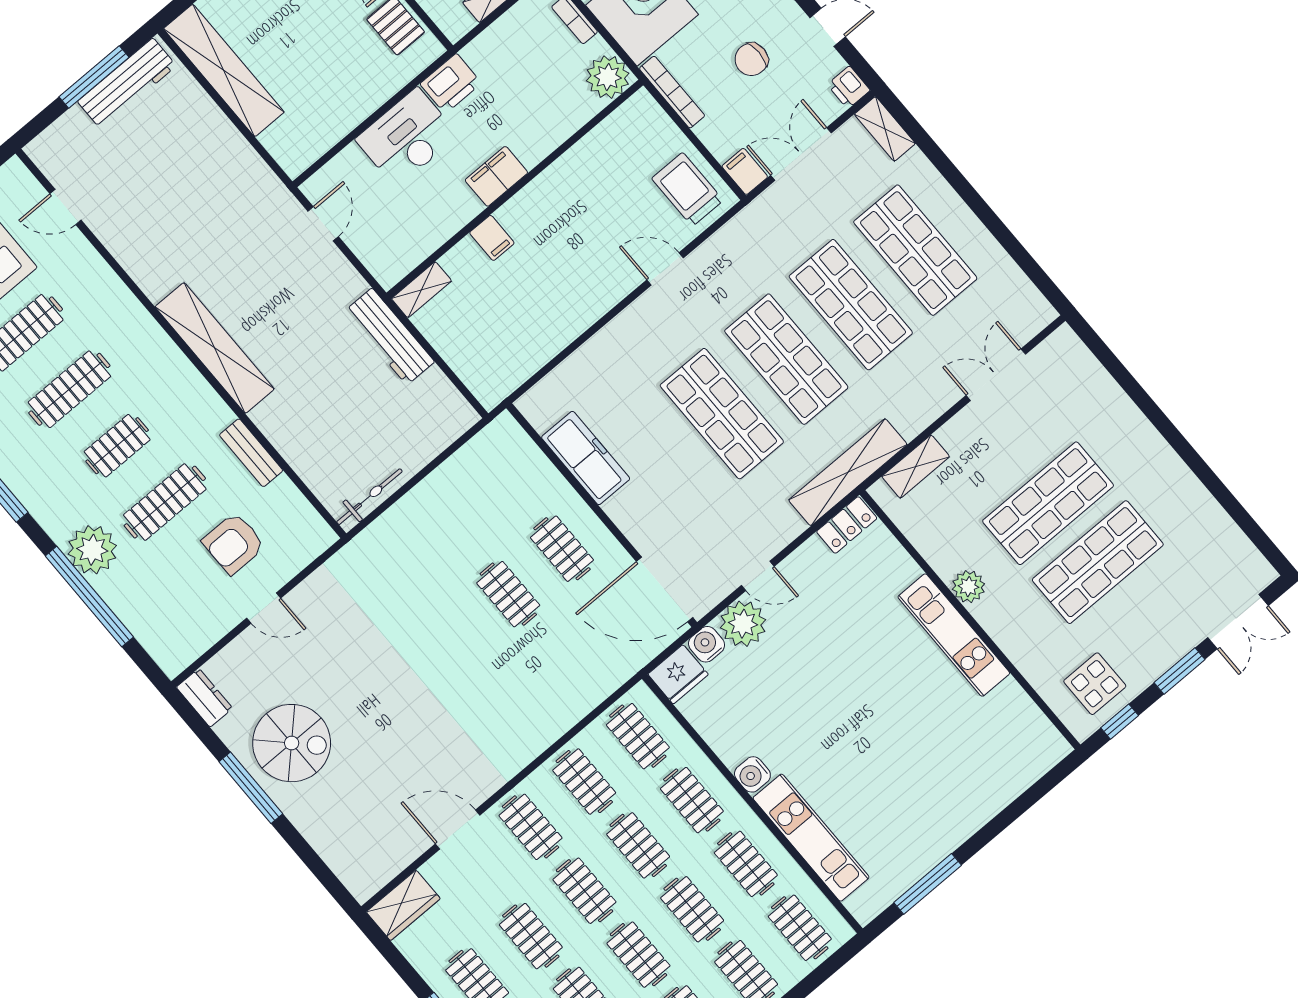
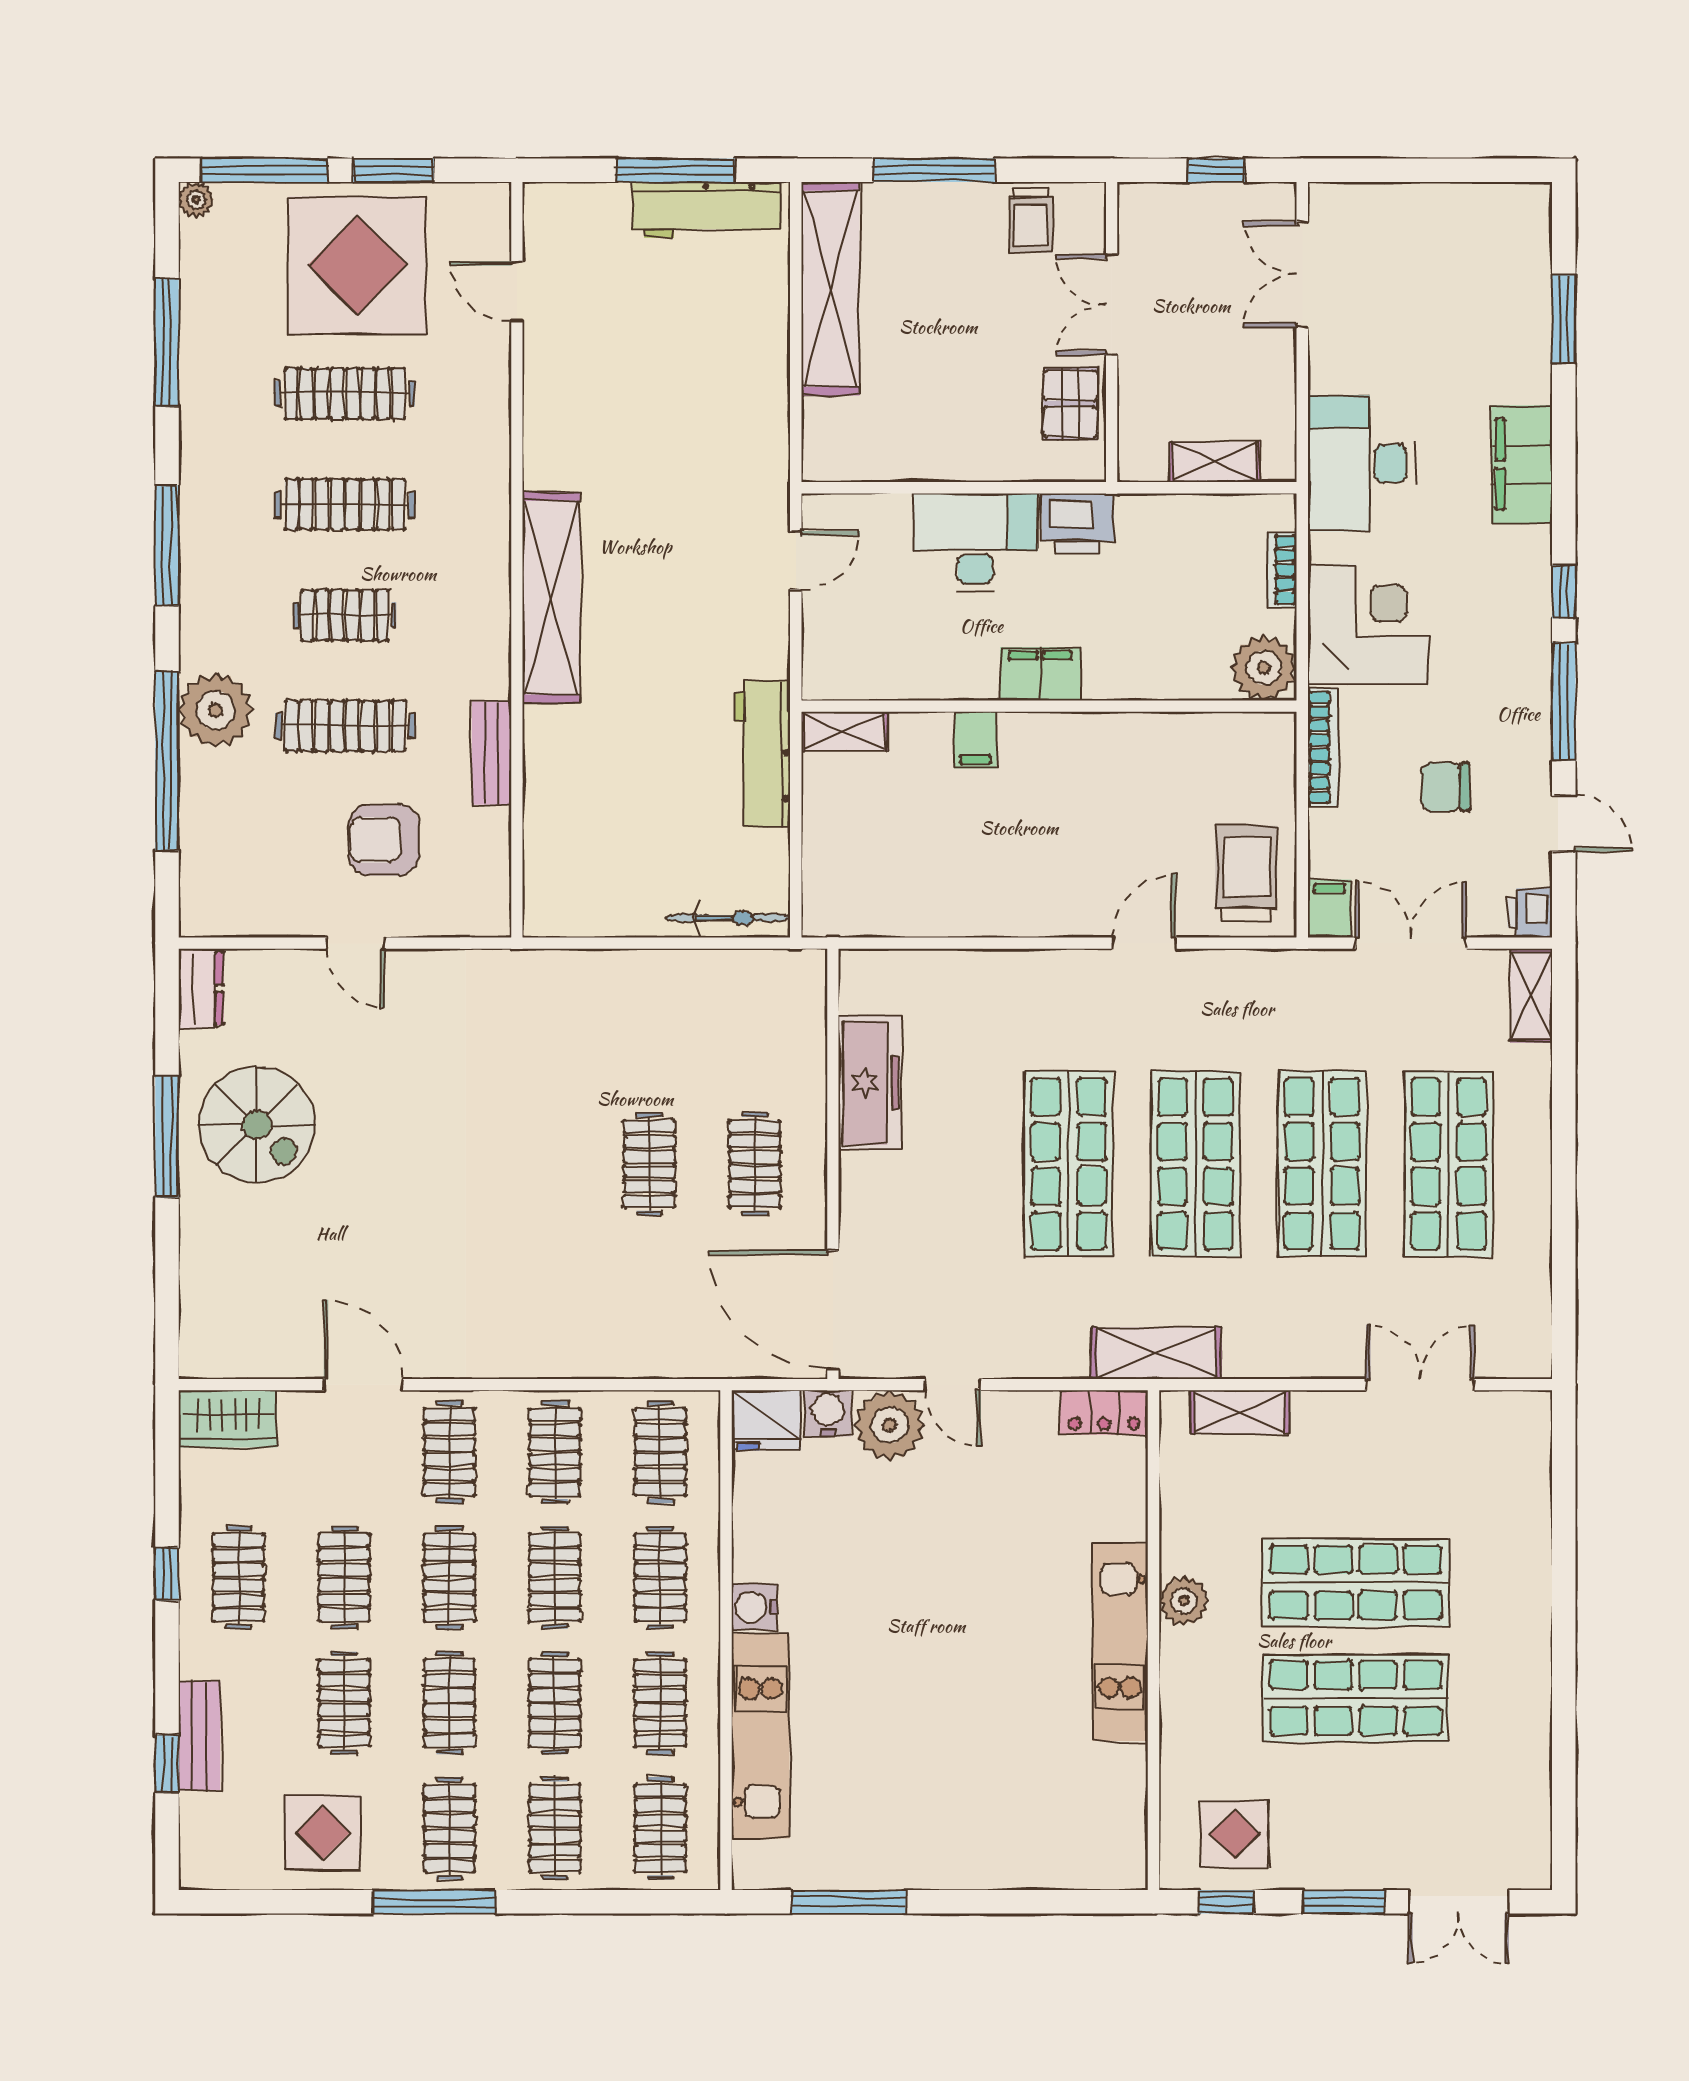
door: (665, 269) -> (1144, 943), hinge flipped
shelving: (848, 472) -> (1156, 1353), width x0.68
bicycle: (369, 497) -> (728, 918), moved

